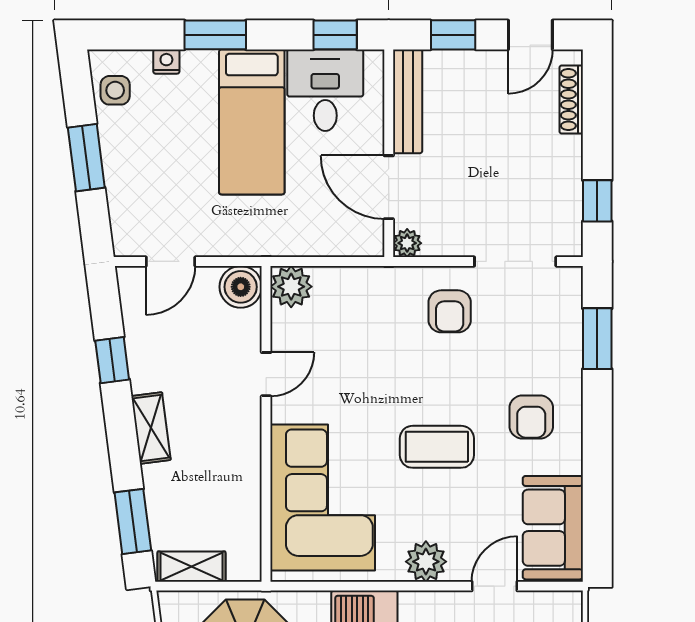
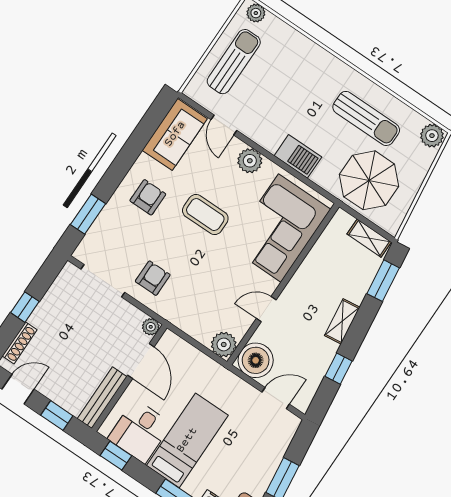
window: (597, 201) -> (25, 307), moved
boiler: (241, 287) -> (256, 360), width x1.37, depth x1.37
door: (495, 586) -> (224, 125), hinge flipped

